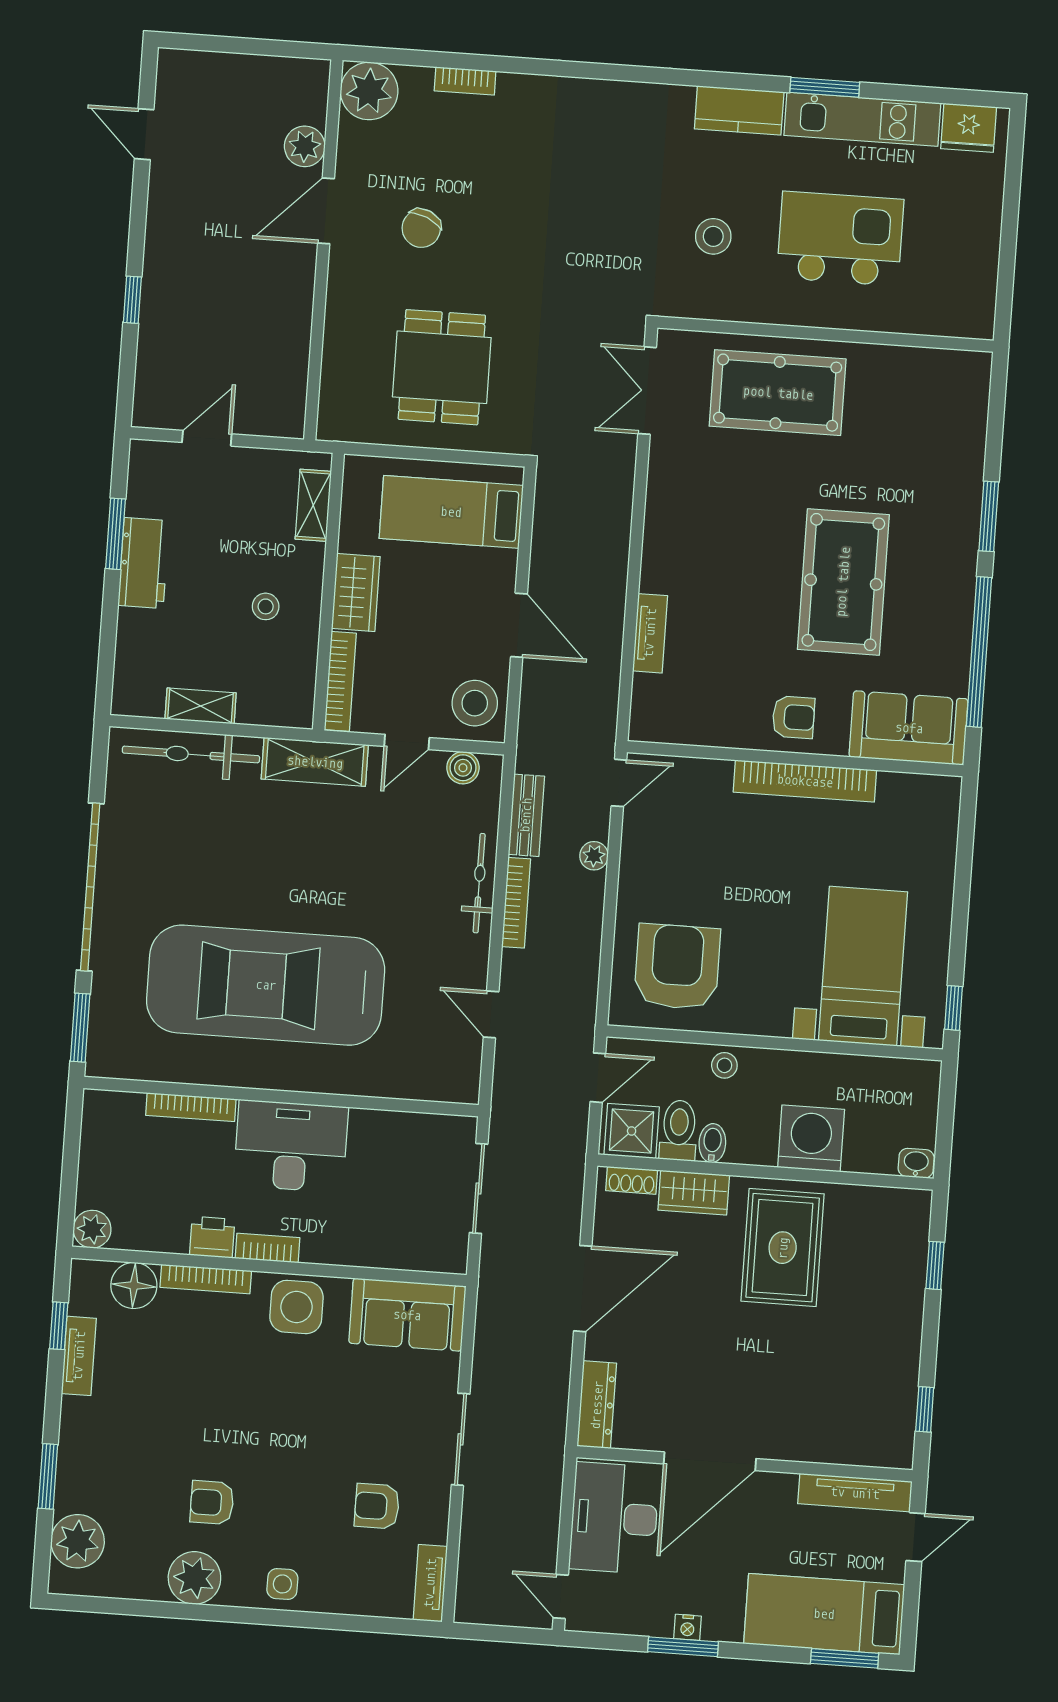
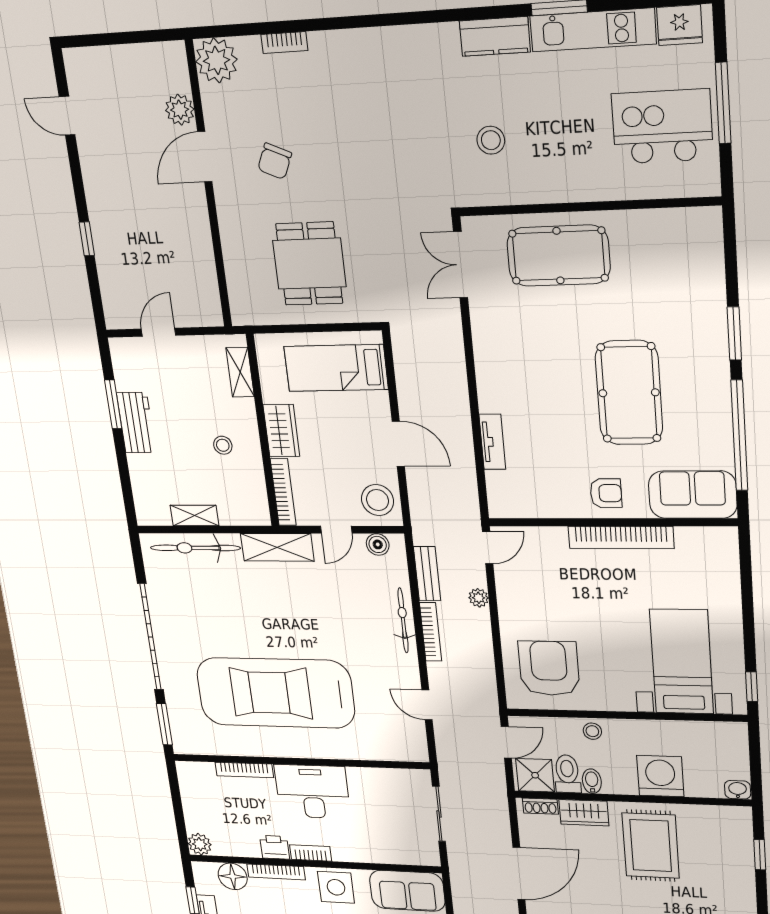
window: (1009, 227) -> (723, 103), added
kitchen island: (840, 239) -> (662, 127), moved

